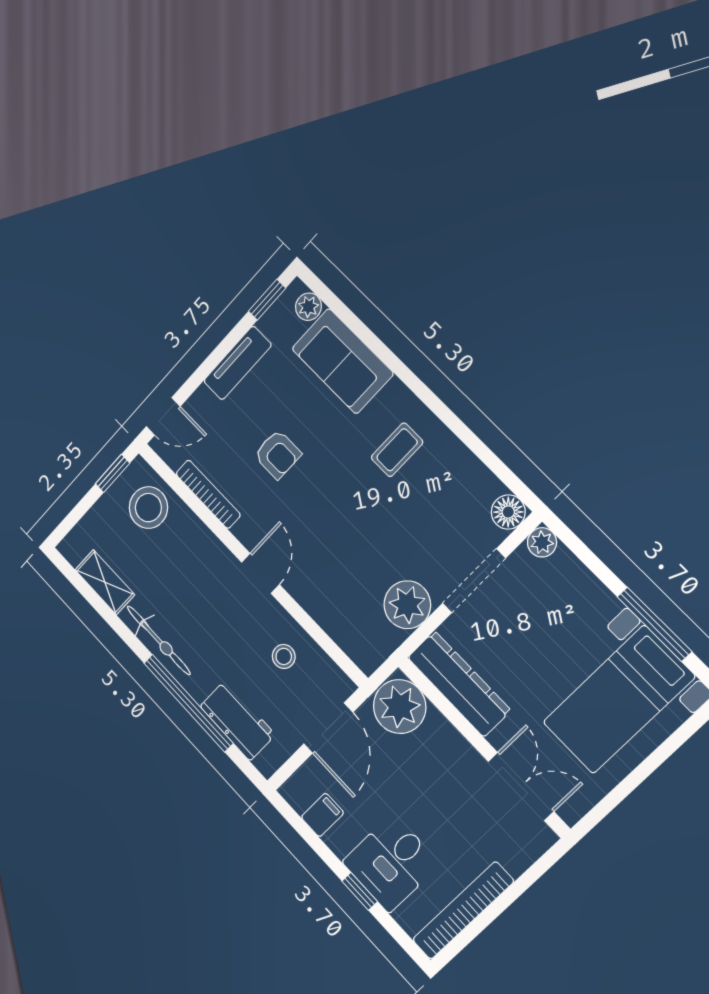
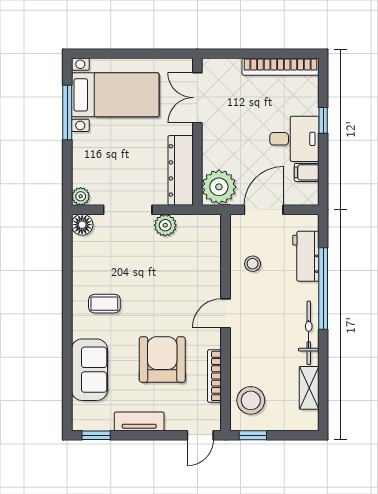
plant: (308, 307) -> (80, 411), removed
door: (163, 416) -> (200, 435), swing flipped
armchair: (278, 454) -> (162, 359), width x1.88, depth x1.88
plant: (407, 605) -> (165, 225), width x0.73, depth x0.73
desk: (391, 863) -> (294, 139), moved

